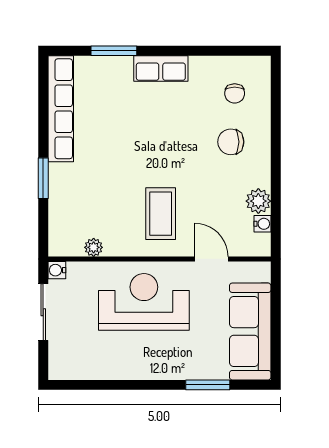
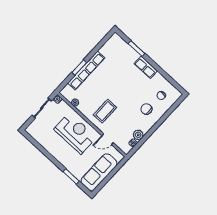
row of seats: (61, 109) -> (86, 70), moved
door: (212, 259) -> (108, 139), swing flipped

